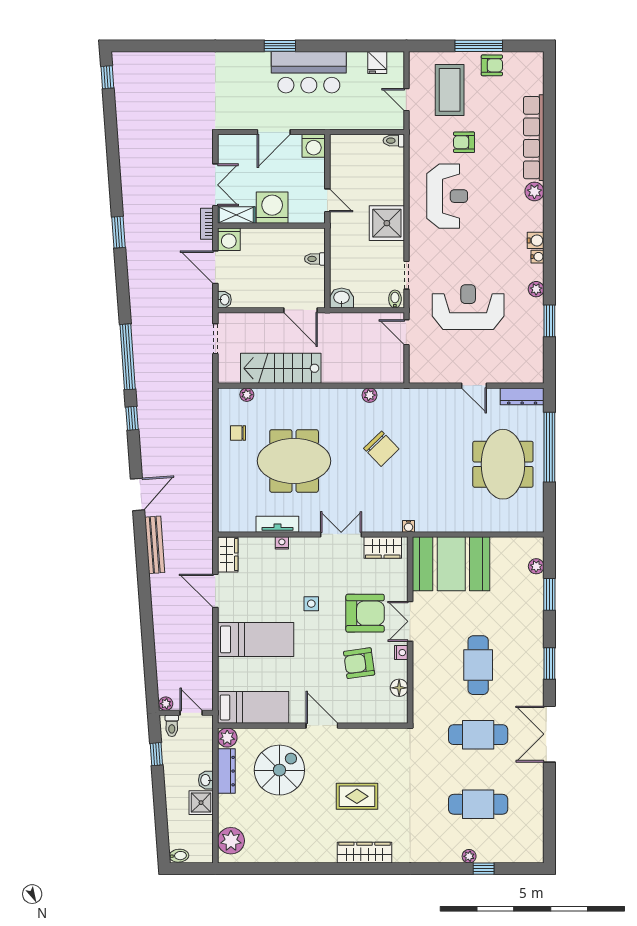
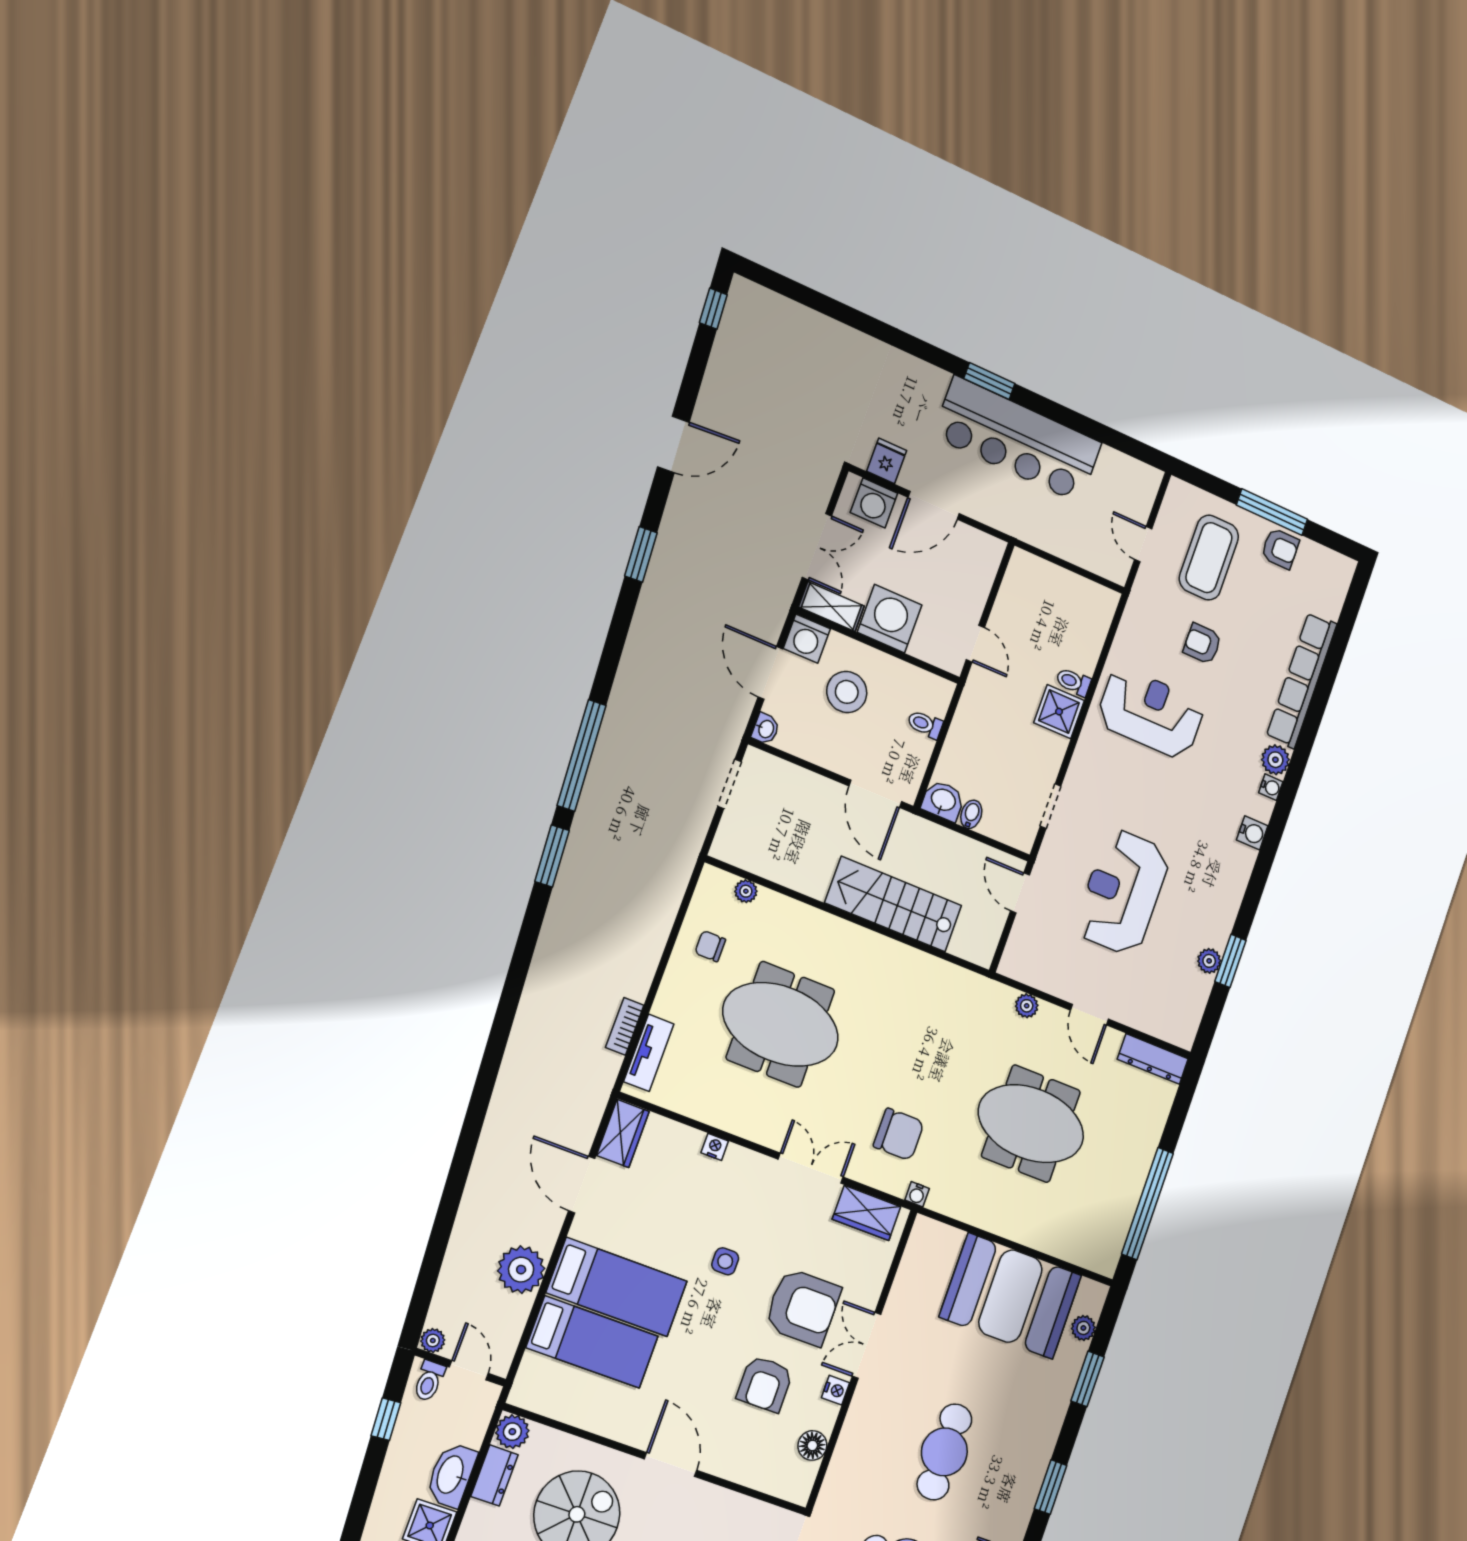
fridge: (377, 63) -> (887, 461), moved, turned 180
bar counter: (309, 72) -> (1017, 439), width x1.36
toilet: (394, 141) -> (1073, 682), moved
washing machine: (314, 146) -> (874, 503), moved
reception desk: (447, 196) -> (1151, 713), turned -90
shower: (387, 223) -> (1059, 712), width x0.73, depth x0.73
bookcase: (207, 224) -> (625, 1026), moved
water cooler: (537, 257) -> (1271, 787), moved
stool: (263, 260) -> (847, 692), added
plant: (536, 289) -> (1209, 961), moved
bidet: (395, 299) -> (971, 814), moved
reception desk: (468, 307) -> (1122, 892), turned -90
stairs: (281, 368) -> (893, 904), moved
plant: (369, 395) -> (1027, 1006), moved
window: (132, 418) -> (552, 856), width x1.50
window: (549, 447) -> (1148, 1204), moved
chair: (381, 449) -> (899, 1134), moved, turned -46
meeting table: (503, 464) -> (1031, 1124), moved, turned 90
door: (138, 494) -> (673, 444), moved
tv unit: (277, 524) -> (649, 1053), moved, turned 90
bench: (155, 545) -> (512, 1074), removed
booth: (451, 564) -> (1010, 1296), moved
plant: (199, 649) -> (521, 1270), added
armchair: (359, 663) -> (765, 1384), turned -82
bed: (253, 707) -> (592, 1342), moved
dresser: (226, 771) -> (495, 1475), width x0.70
washbasin: (206, 780) -> (451, 1475), width x1.91, depth x1.45

